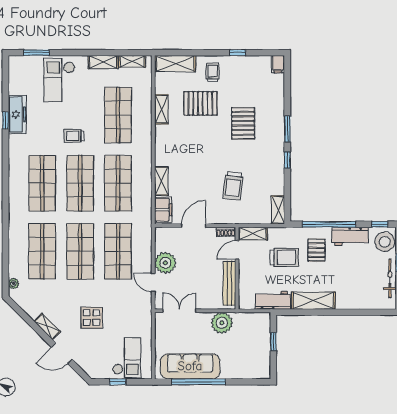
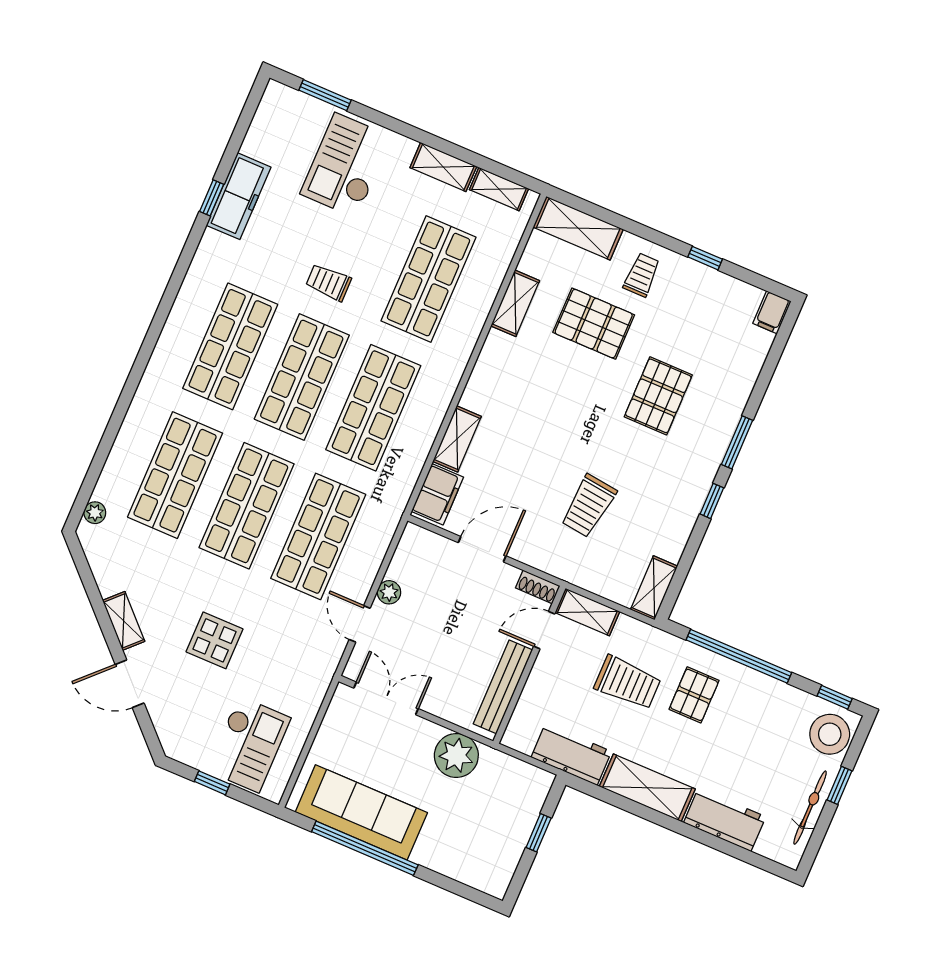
workbench: (350, 236) -> (725, 820), moved, turned 180
plant: (165, 263) -> (389, 592), width x0.53, depth x0.53

